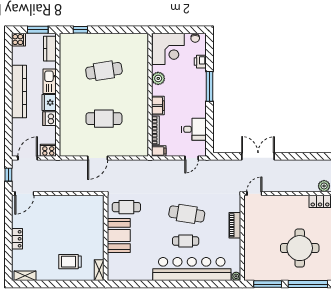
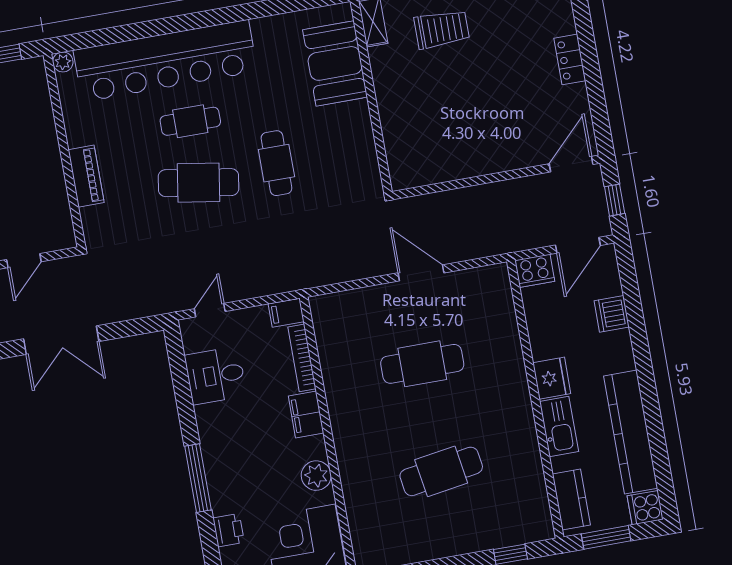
kitchen counter: (19, 91) -> (631, 432), moved
dishwasher: (50, 119) -> (612, 314), moved, turned 180
door: (98, 158) -> (421, 273), hinge flipped
door: (254, 194) -> (24, 261), moved
cafe table: (126, 207) -> (276, 163), moved, turned 90
booth: (119, 235) -> (335, 63), moved

